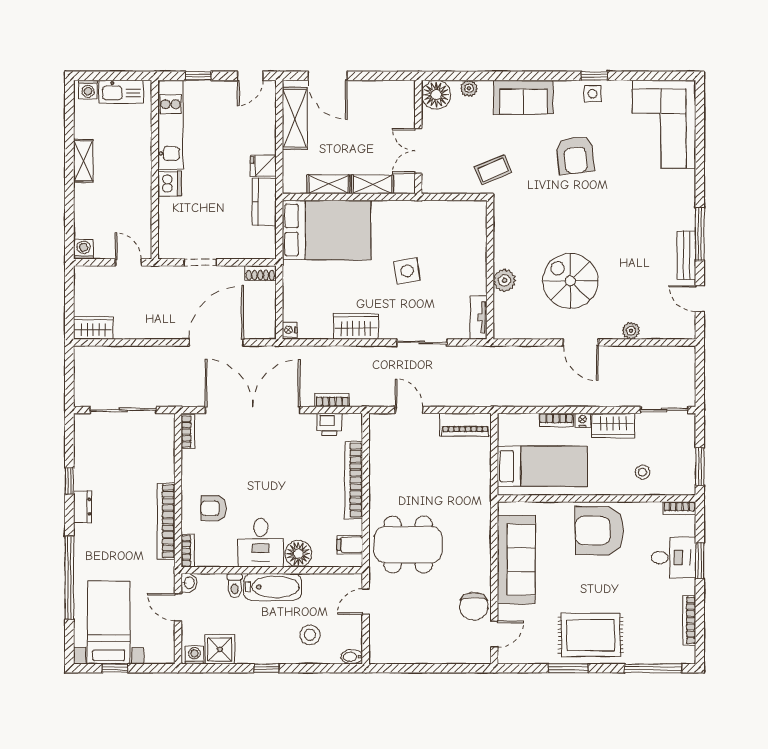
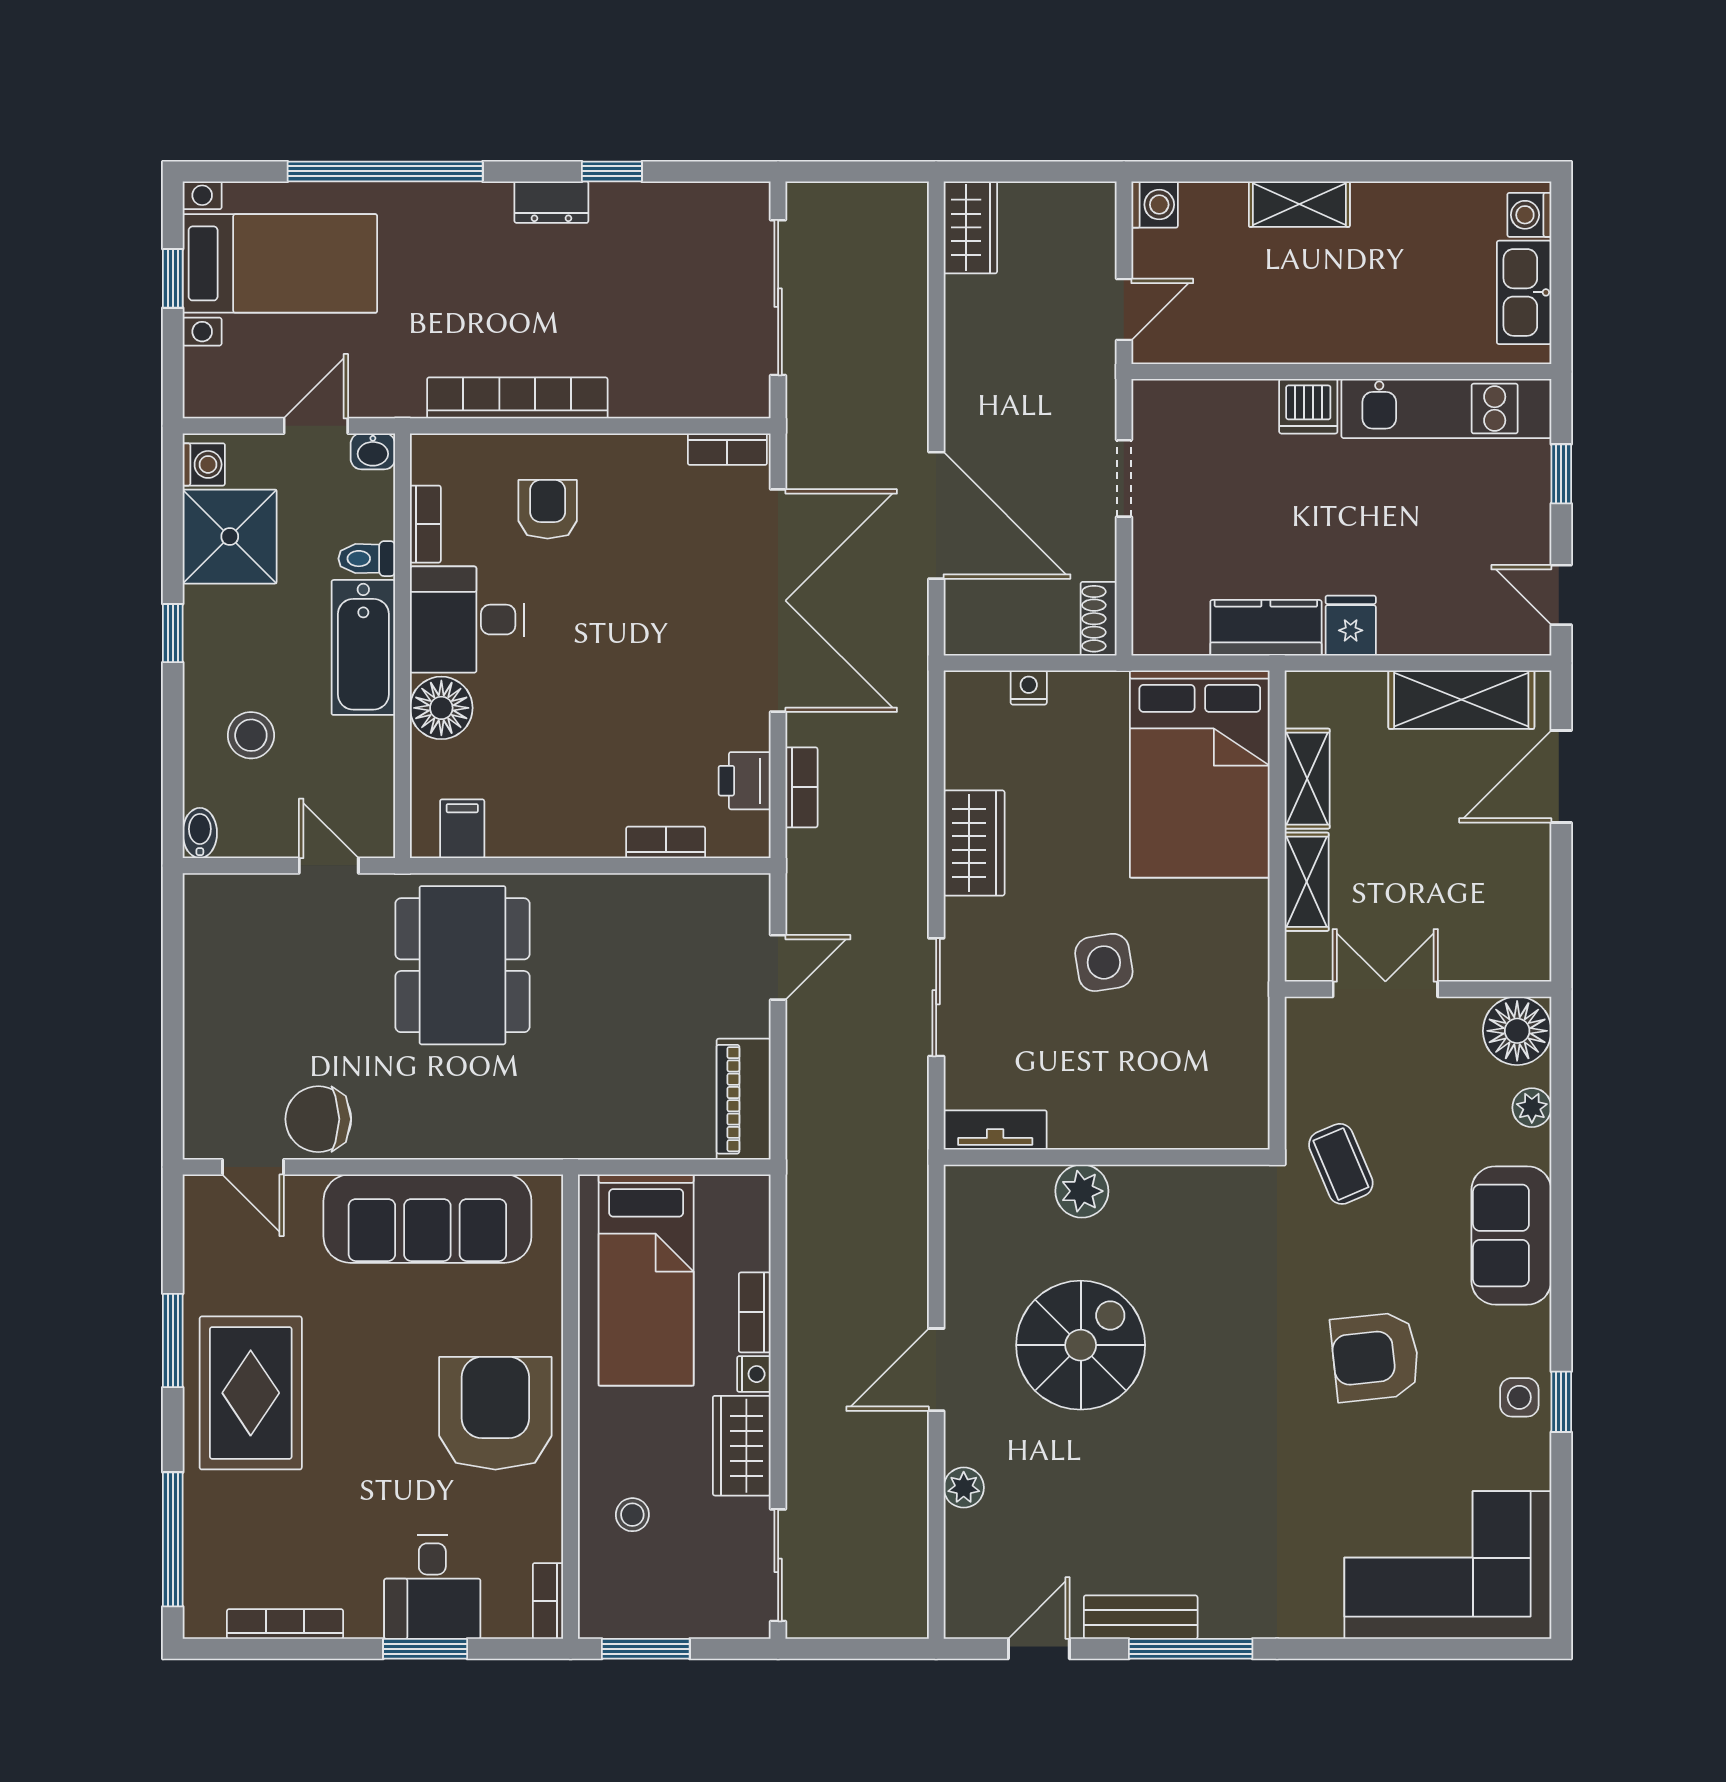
shelving: (83, 161) -> (1299, 204), moved
nightstand: (290, 330) -> (1029, 687), moved
bookcase: (354, 480) -> (666, 842), width x0.43, depth x0.76
bookcase: (188, 551) -> (425, 524), moved, turned -90
shower: (220, 649) -> (230, 537), width x1.36, depth x1.36

